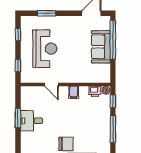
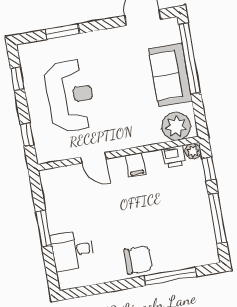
plant: (99, 75) -> (176, 126), added
desk: (32, 121) -> (73, 250), moved

